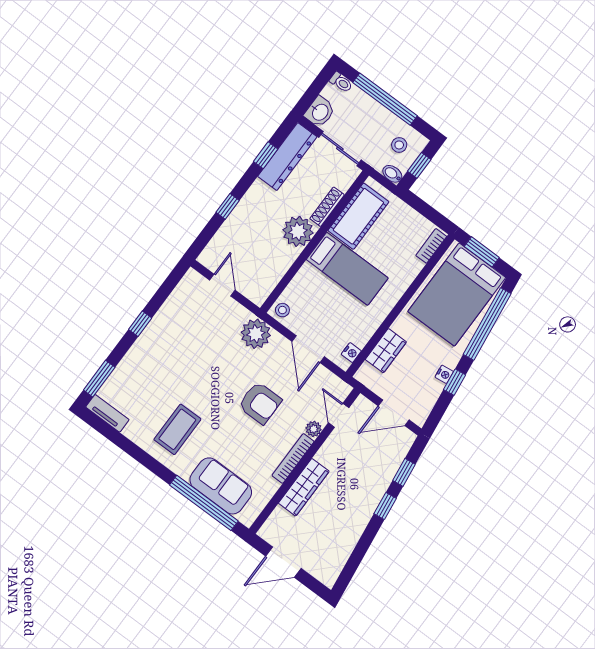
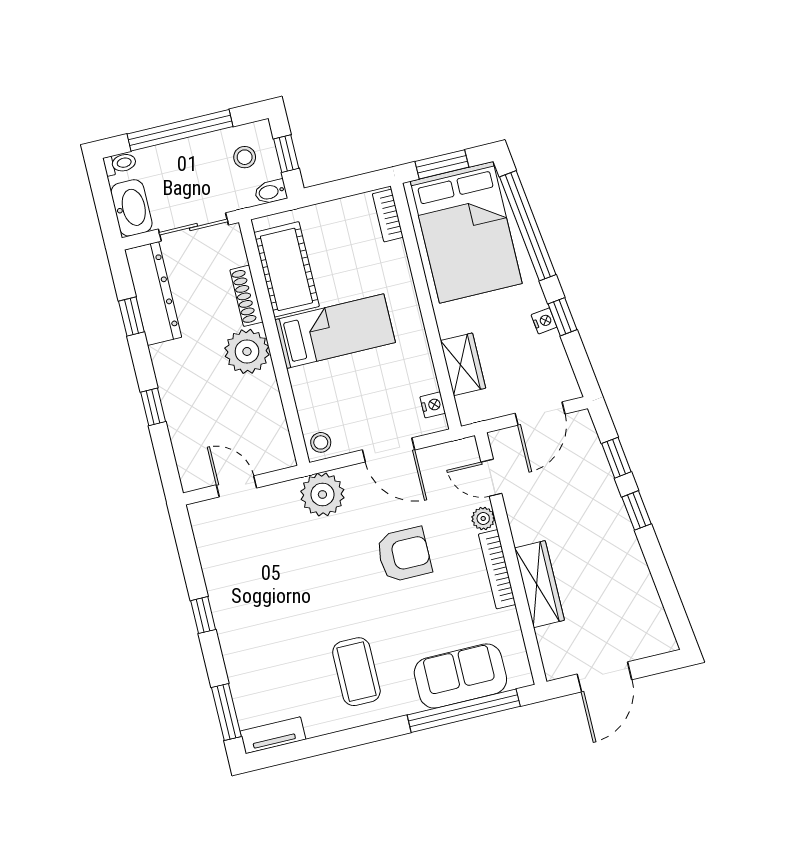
washbasin: (320, 112) -> (132, 208), width x1.38

